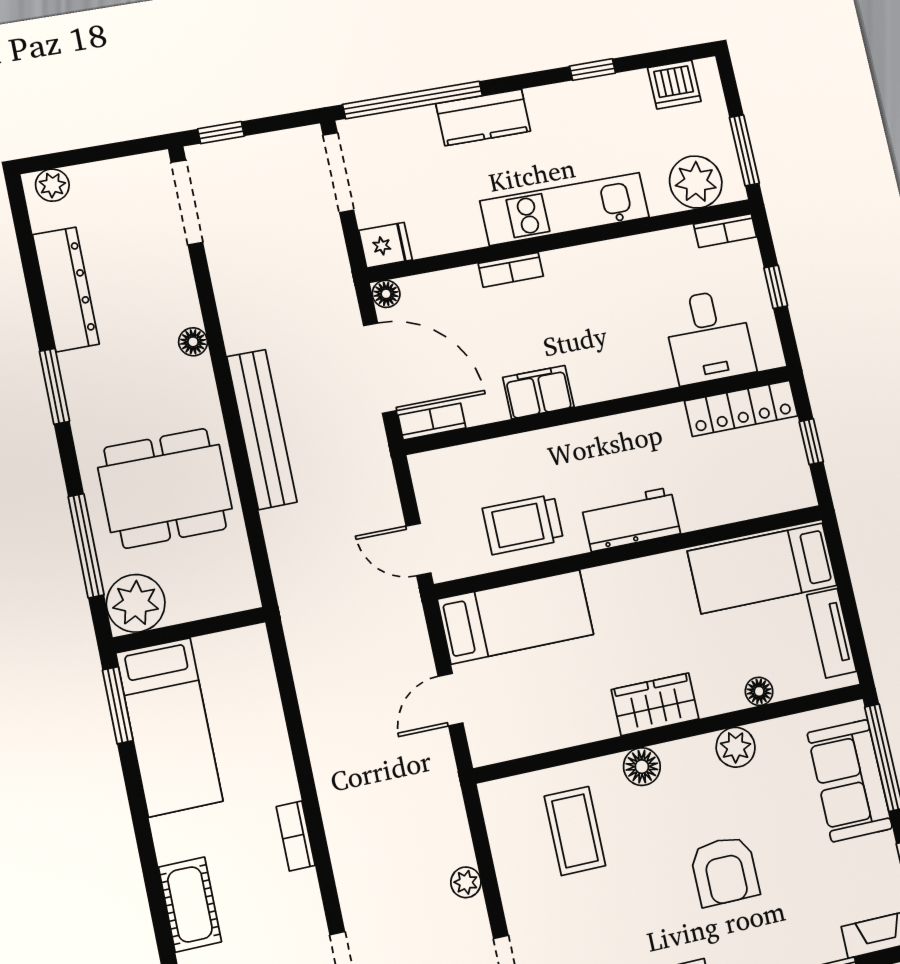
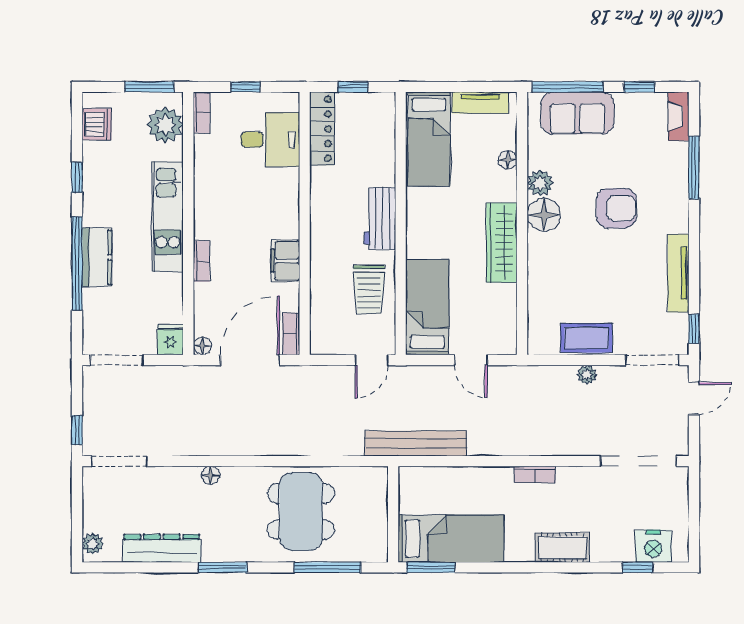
window: (413, 100) -> (77, 264), moved
bench: (262, 429) -> (416, 443), moved
plant: (136, 603) -> (370, 544), removed
wardrobe: (655, 704) -> (502, 243), width x1.50
floor lamp: (642, 767) -> (544, 215), moved, width x1.38, depth x1.38
coffee table: (575, 831) -> (587, 338), moved

